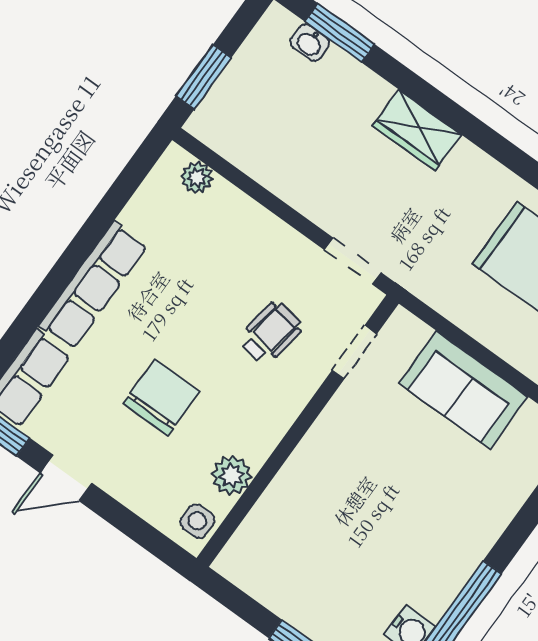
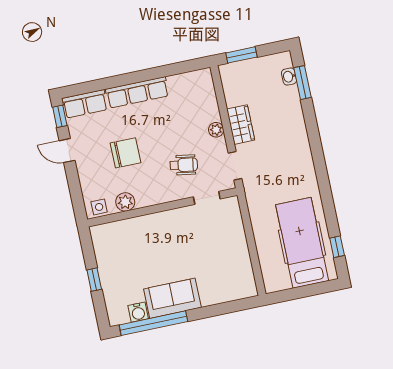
wardrobe: (417, 130) -> (241, 125), moved, turned 180
plant: (197, 178) -> (216, 130), moved
sofa: (463, 390) -> (172, 298), moved, turned 90

